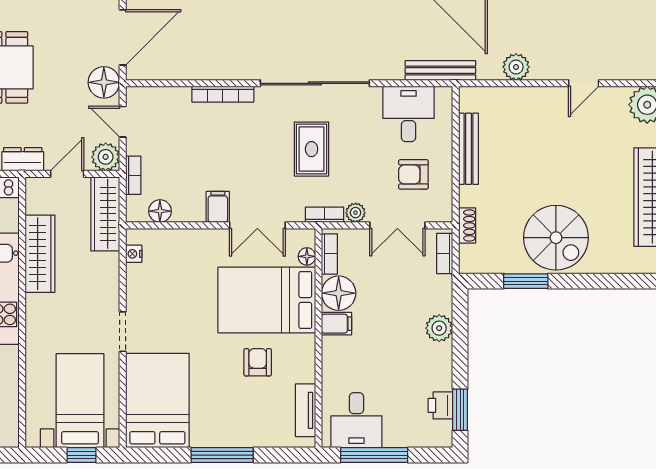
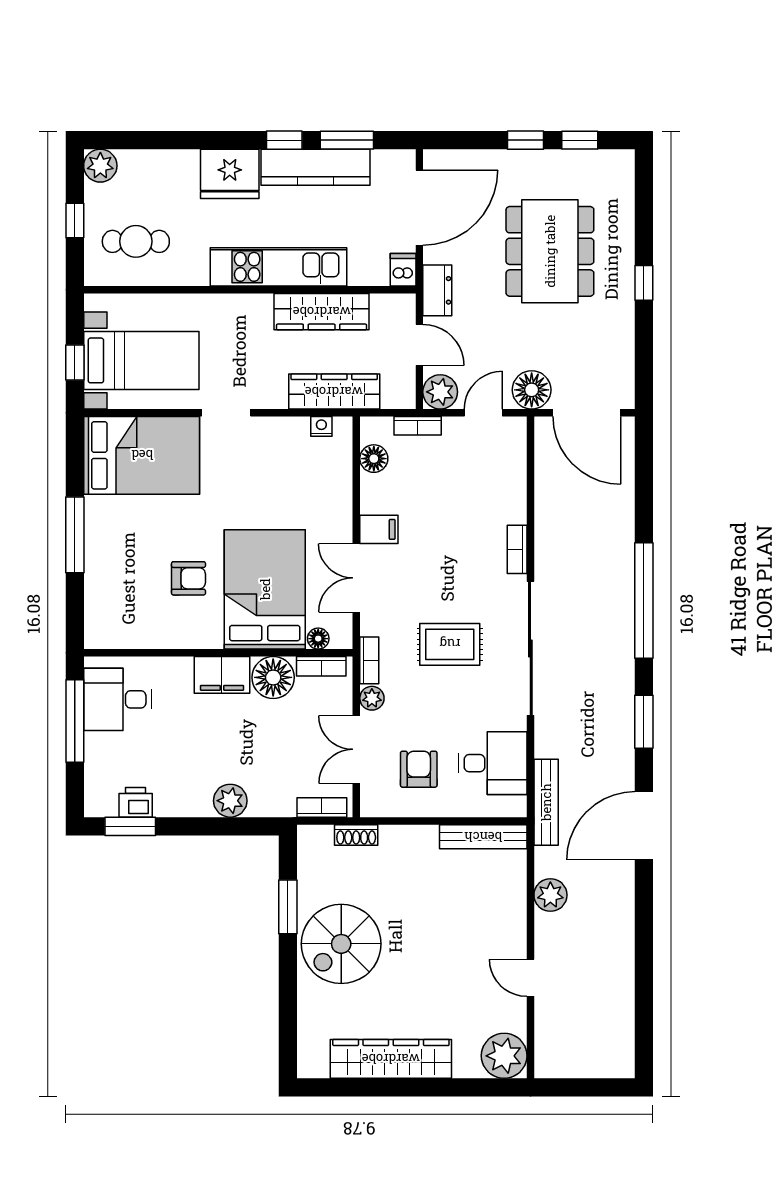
bookcase: (223, 94) -> (517, 549), width x0.64
bench: (468, 149) -> (483, 837), moved
wardrobe: (105, 214) -> (334, 392), moved
filing cabinet: (336, 324) -> (222, 675), width x2.00
tv unit: (305, 410) -> (130, 637), removed

